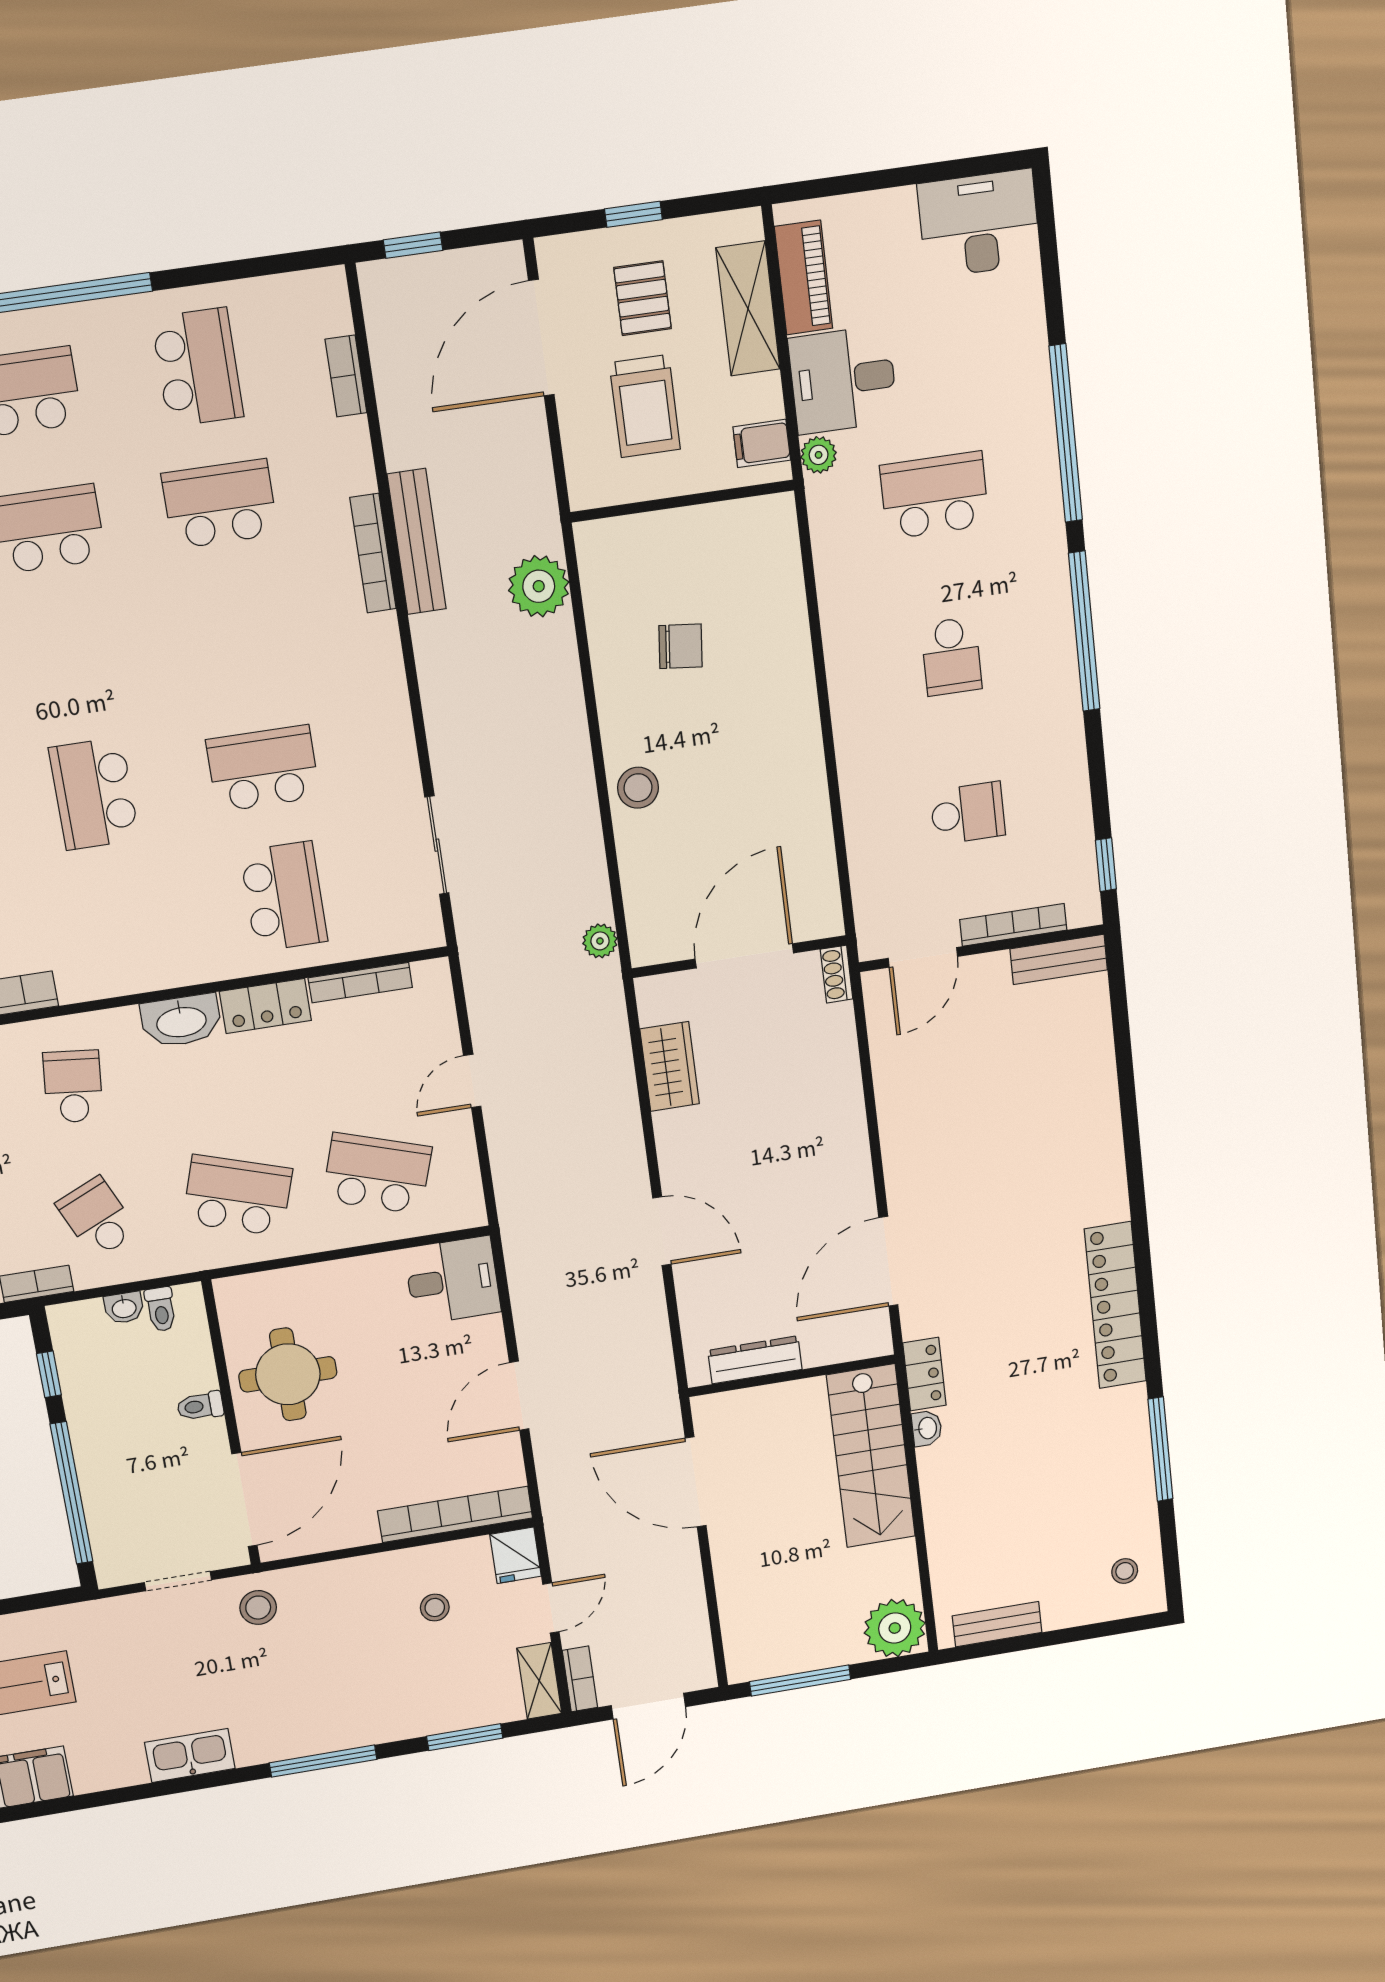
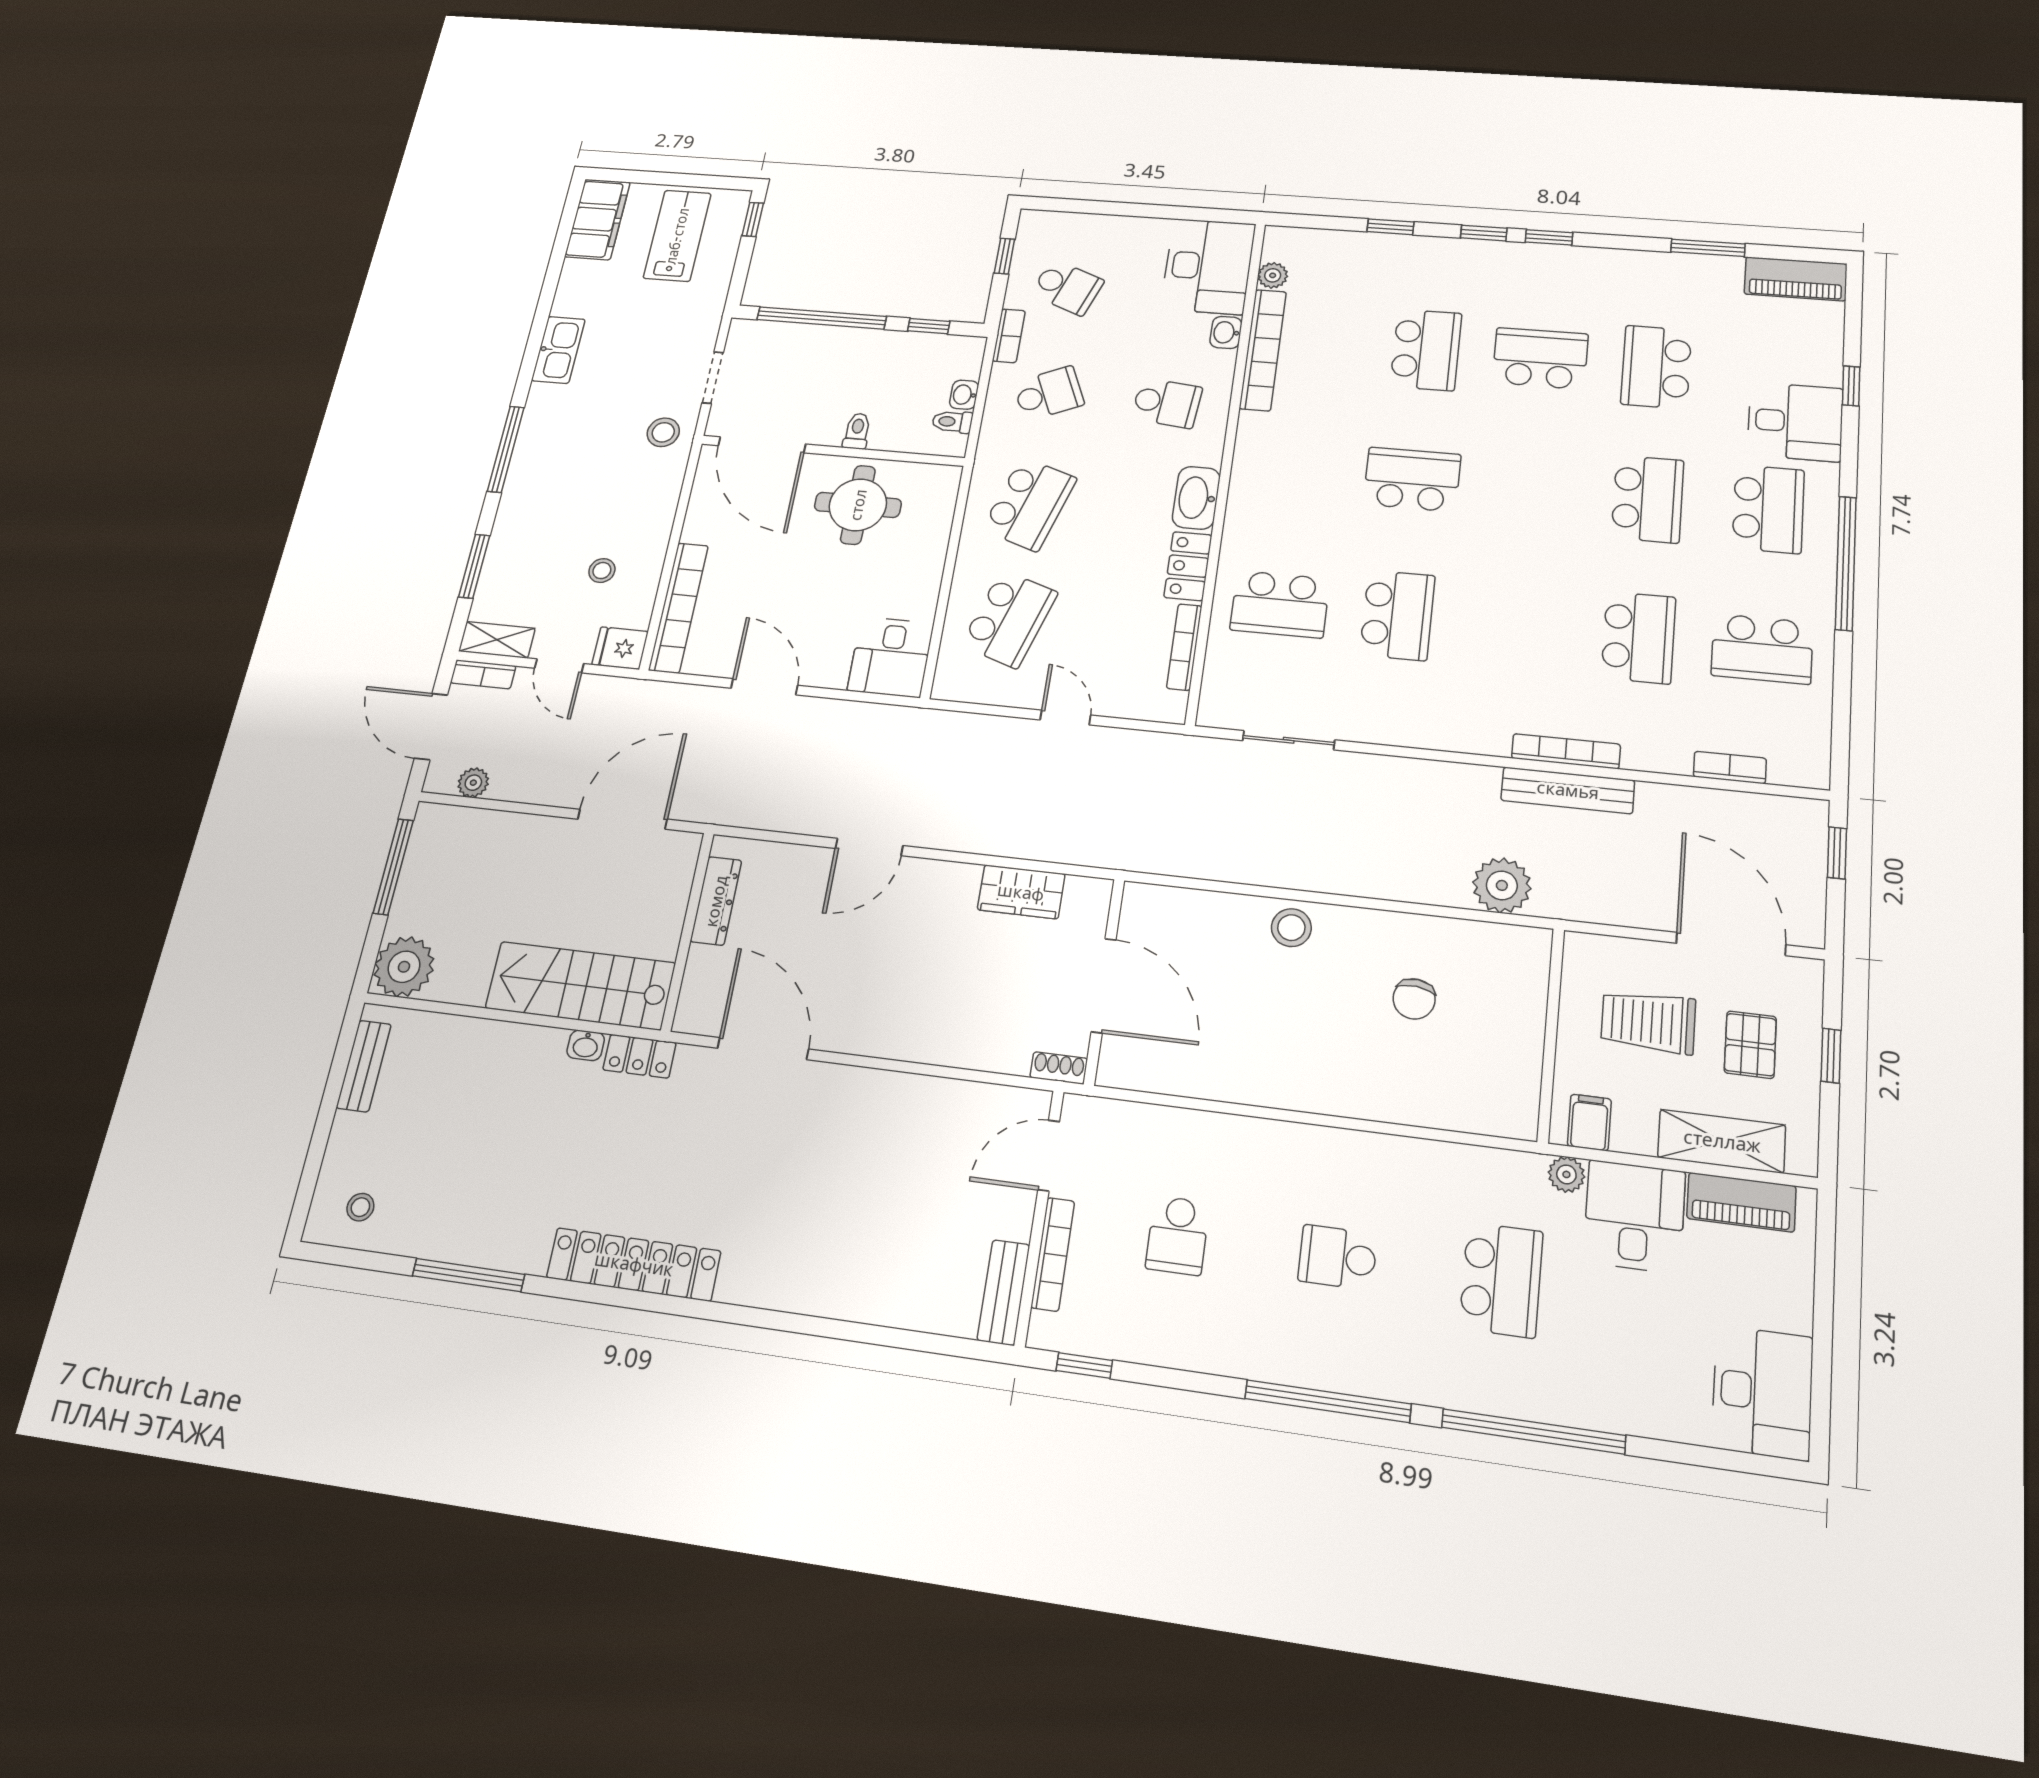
pallet: (643, 298) -> (1750, 1045), turned 90
plant: (600, 941) -> (473, 783), moved
door: (923, 957) -> (1049, 1156), hinge flipped

